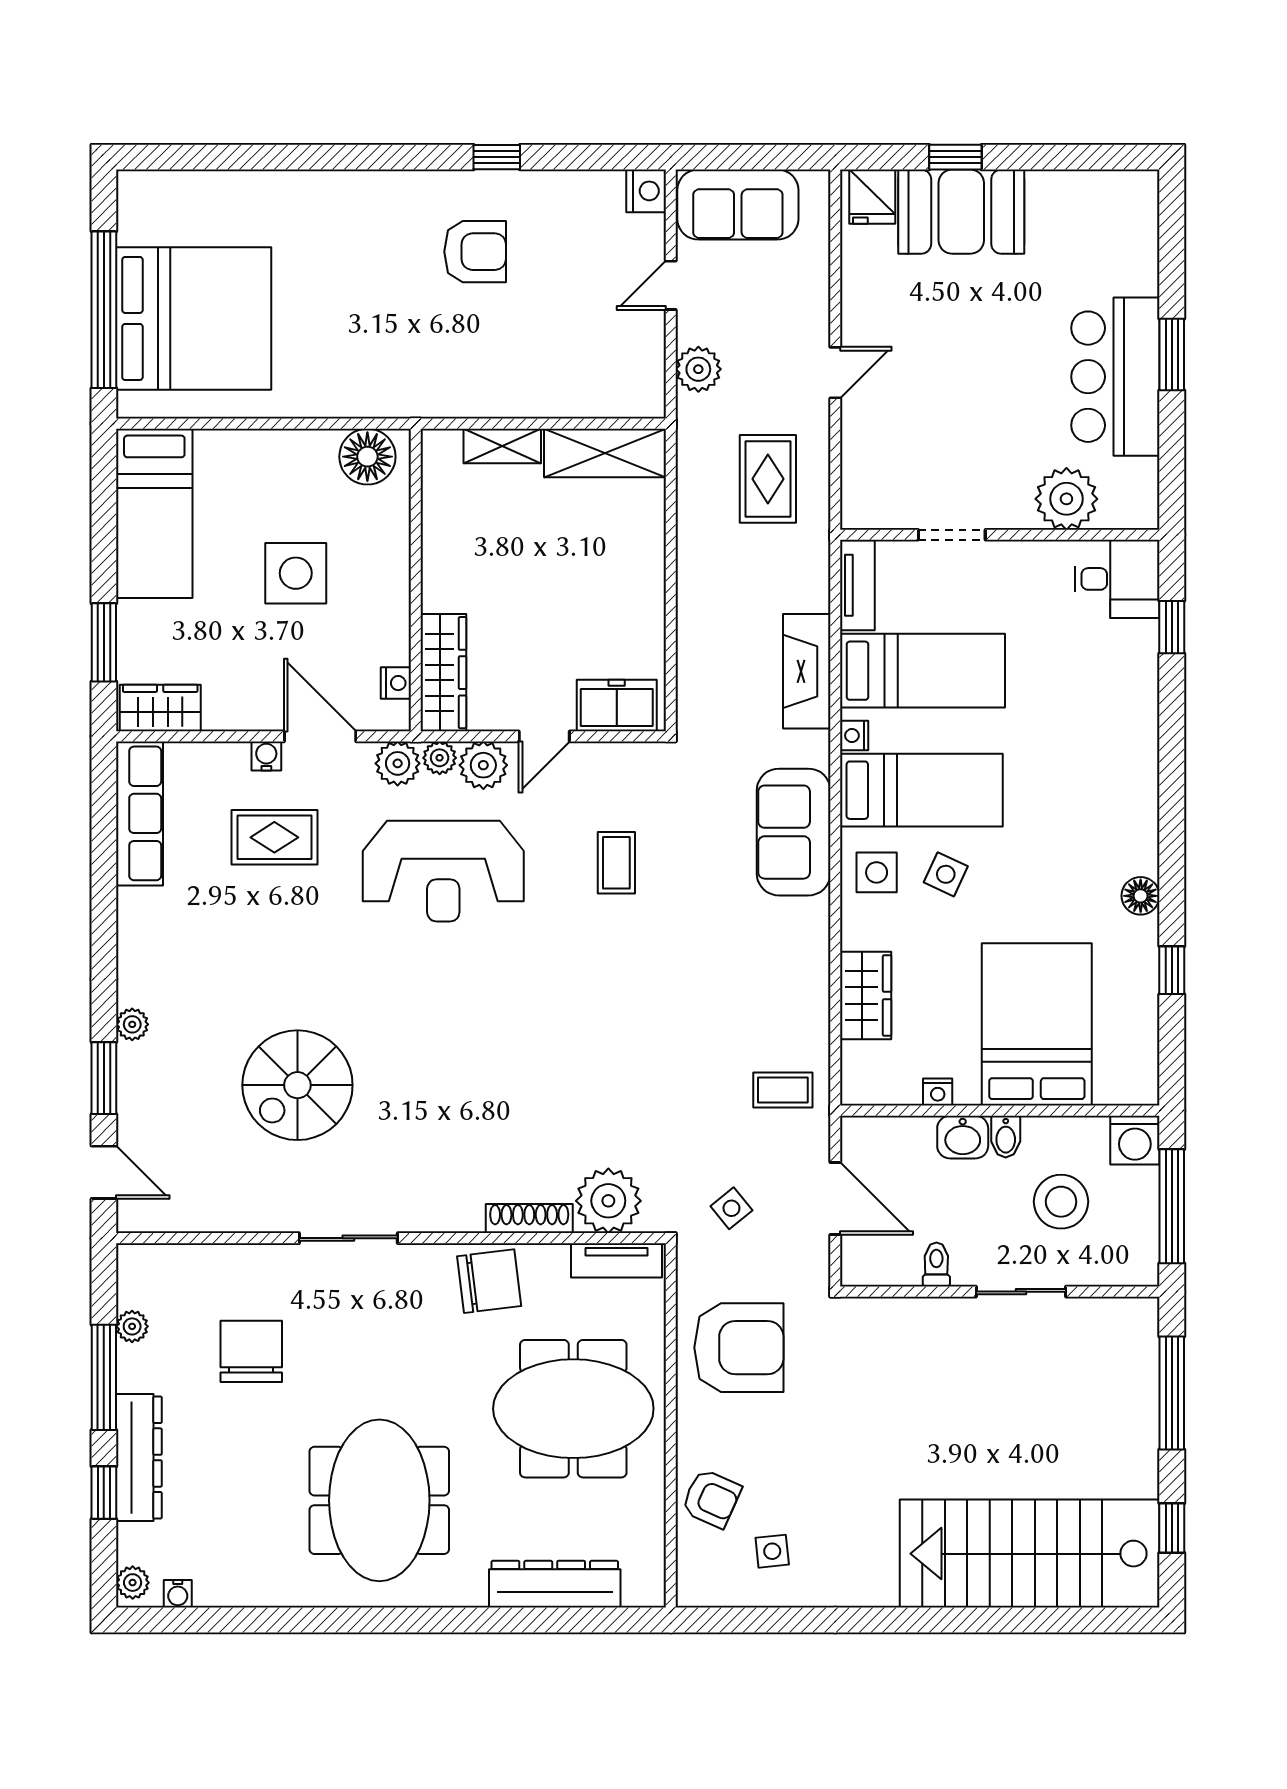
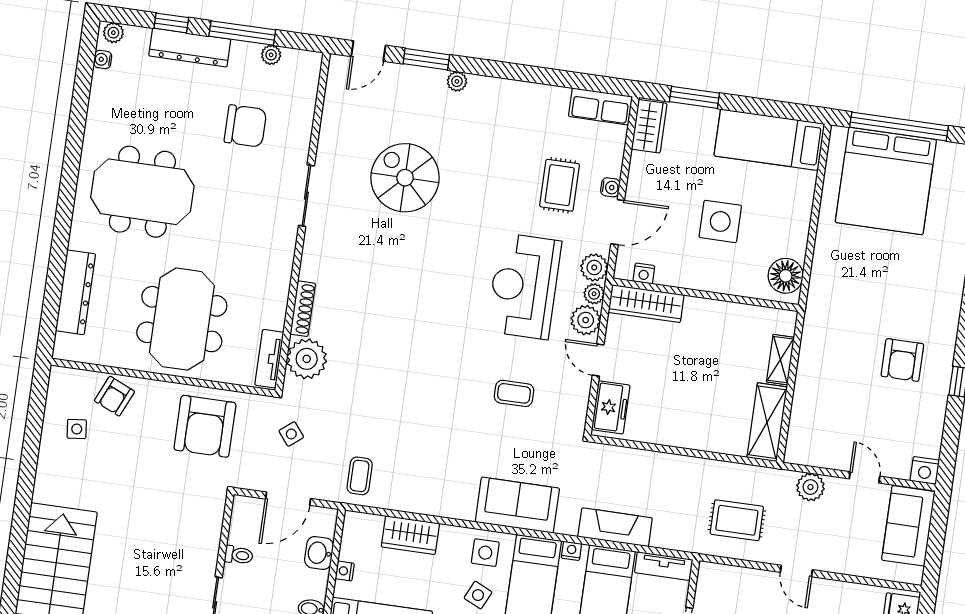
row of seats: (140, 813) -> (600, 106), width x0.68
washbasin: (963, 1137) -> (319, 553), moved
chair: (489, 1281) -> (268, 278), removed

